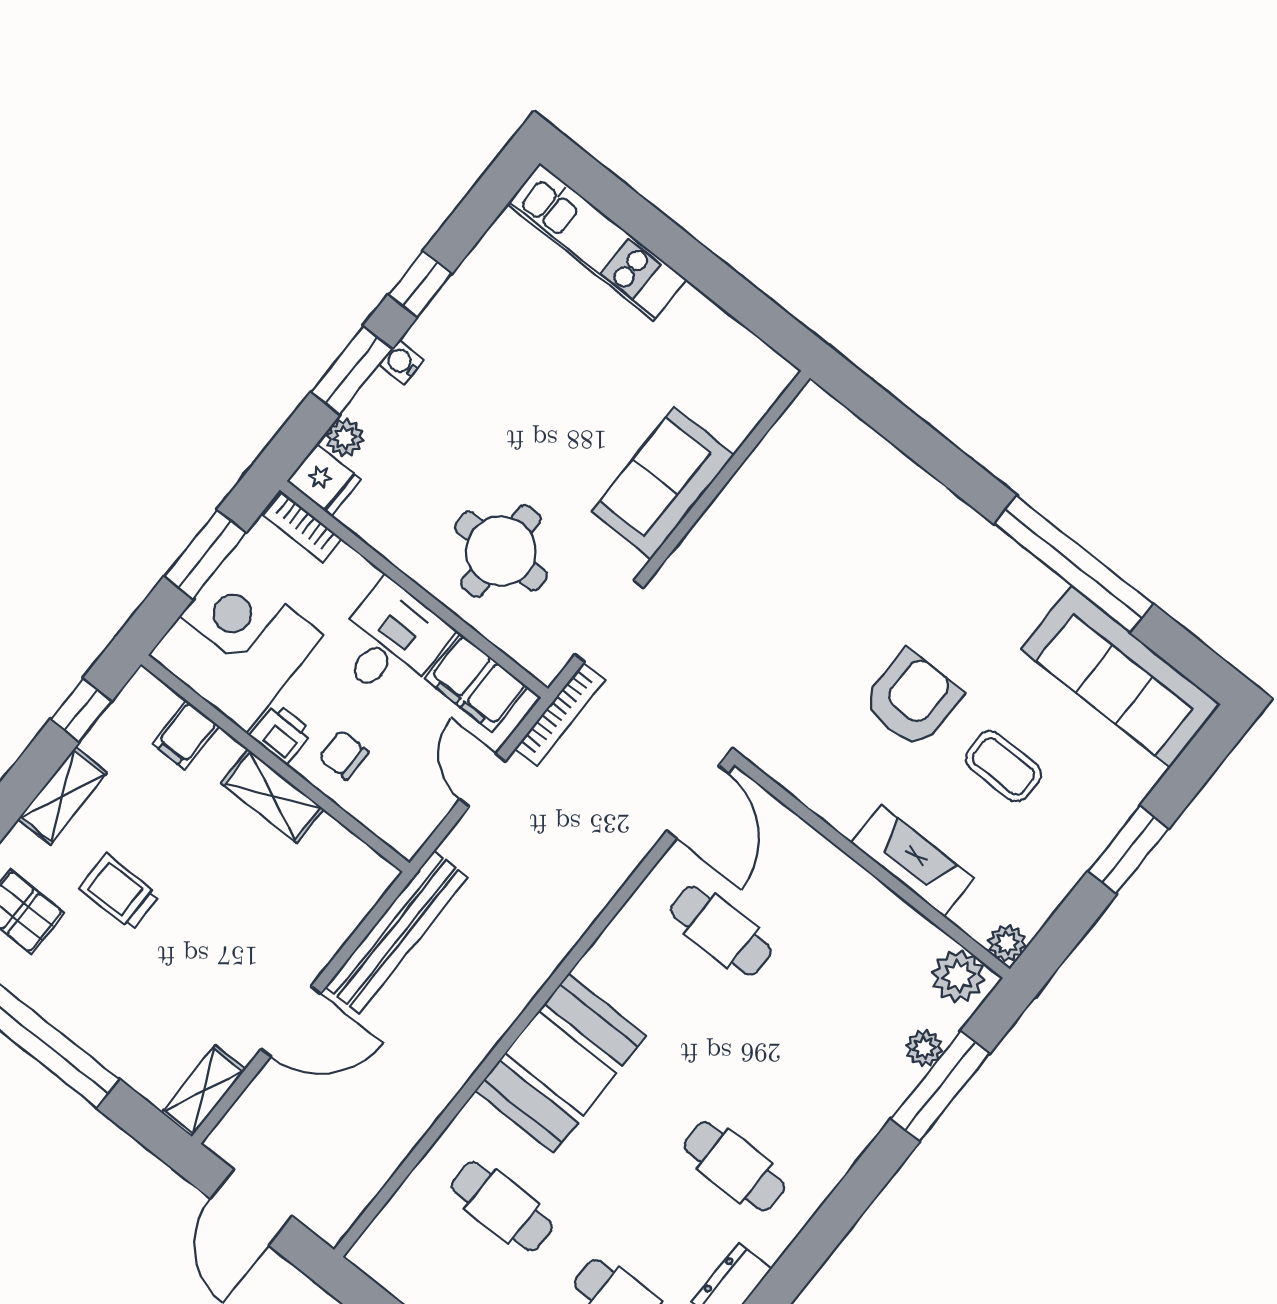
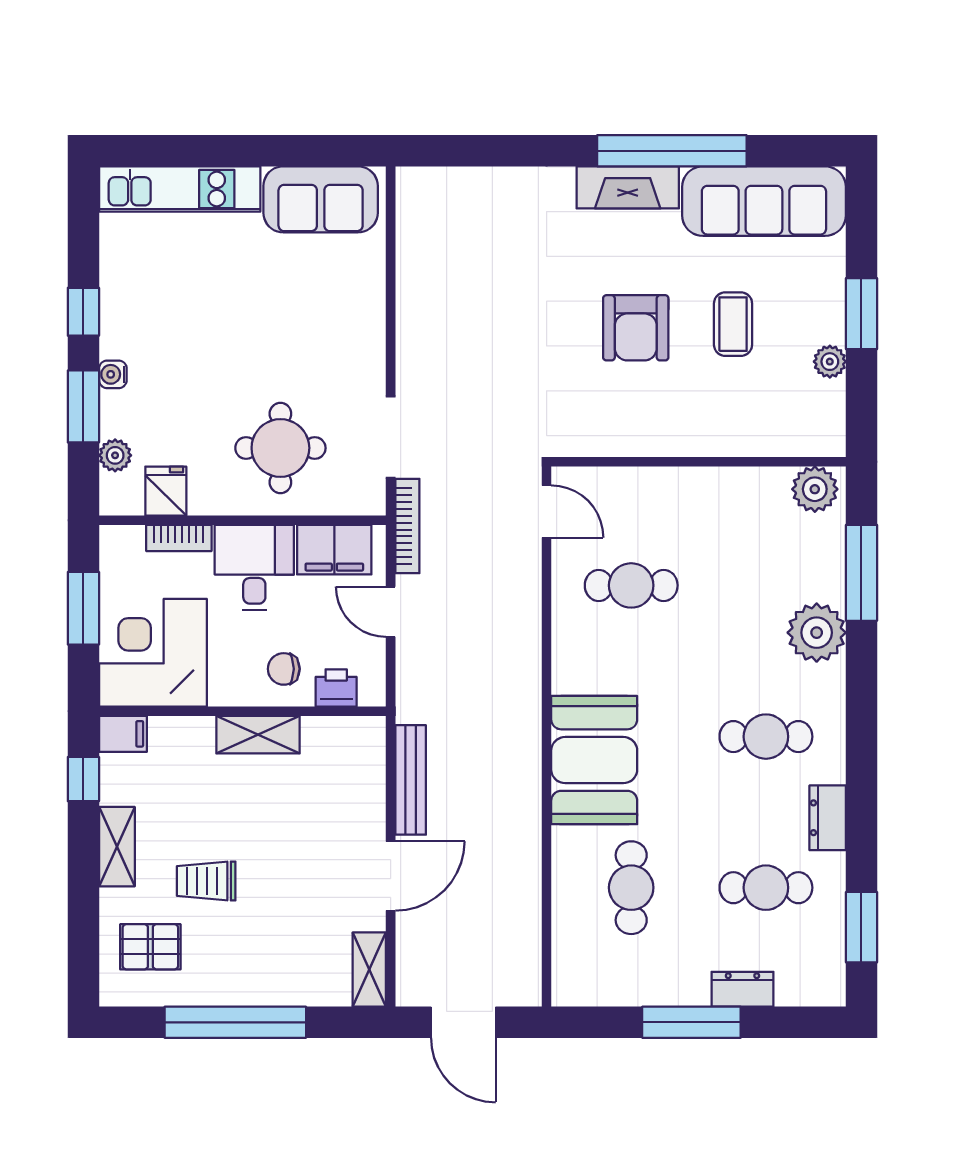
fridge: (324, 480) -> (166, 491), moved, turned -90
sofa: (663, 483) -> (321, 199), moved, turned -90
bookcase: (302, 527) -> (179, 538), moved
armchair: (912, 699) -> (636, 328), turned 180
printer: (281, 734) -> (336, 688), moved
filing cabinet: (186, 735) -> (123, 734), moved, turned -90
coffee table: (1003, 766) -> (733, 324), turned 90
door: (697, 802) -> (547, 512), width x0.73
fireplace: (912, 861) -> (628, 187), moved, turned 180
bench: (396, 932) -> (411, 780), width x0.73, depth x0.82
plant: (1007, 943) -> (830, 362), moved
plant: (924, 1048) -> (817, 633), moved, width x1.88, depth x1.88
cafe table: (502, 1206) -> (631, 888), turned 90

